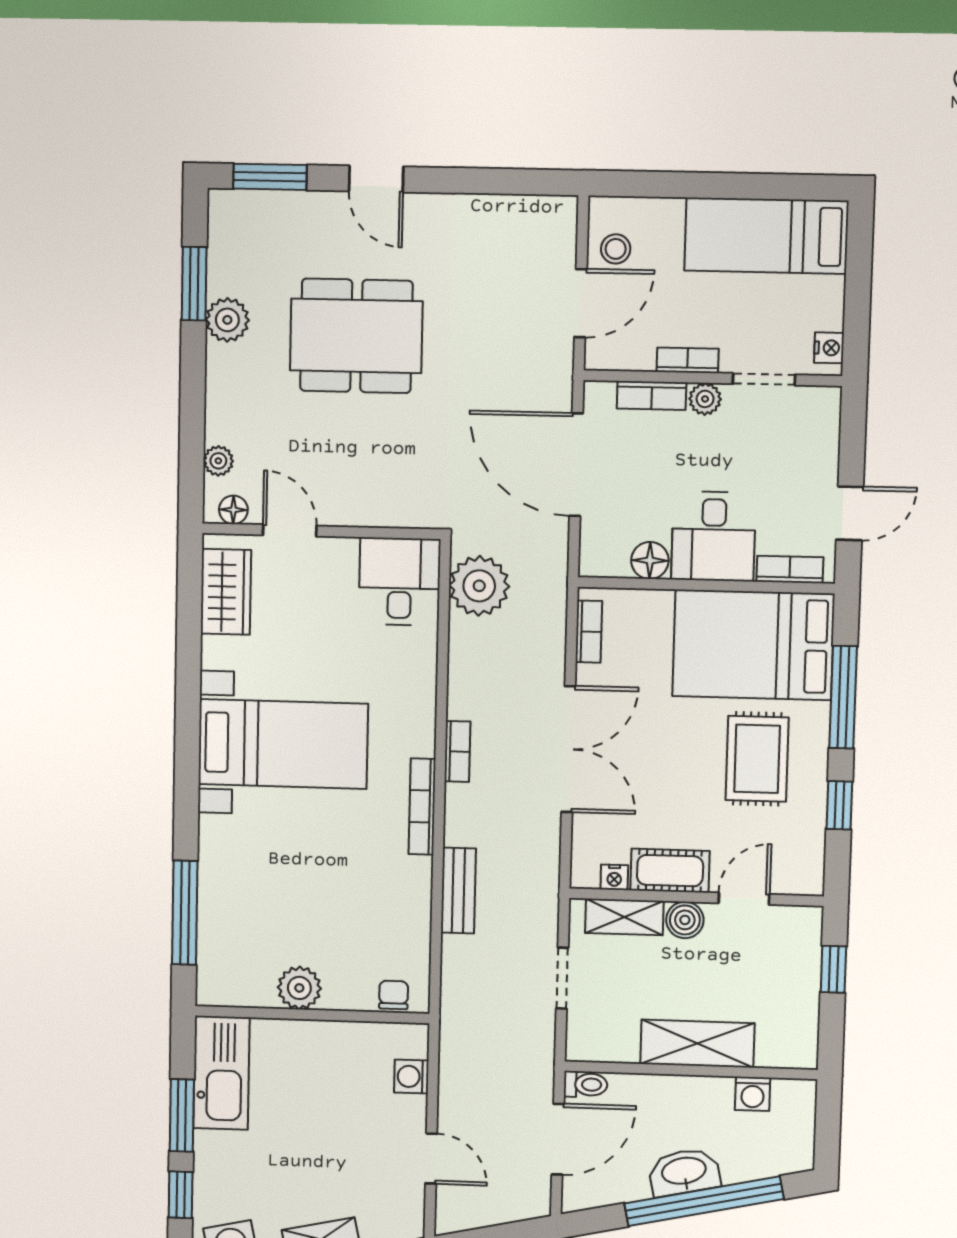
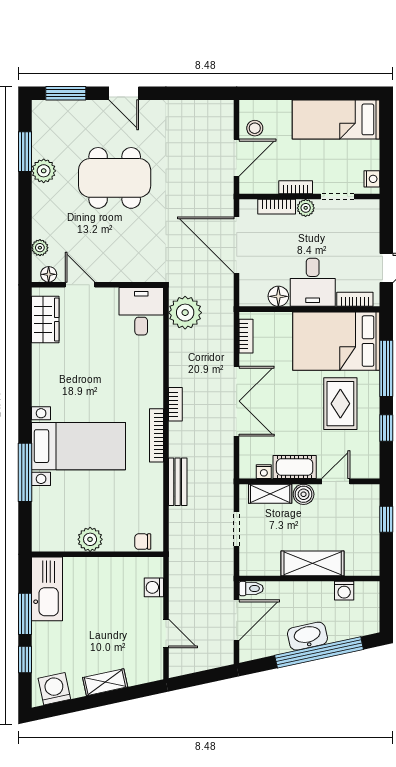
bed with nightstands: (283, 744) -> (78, 446), moved
window: (185, 913) -> (25, 472), moved
chair: (394, 995) -> (143, 542), turned -90

